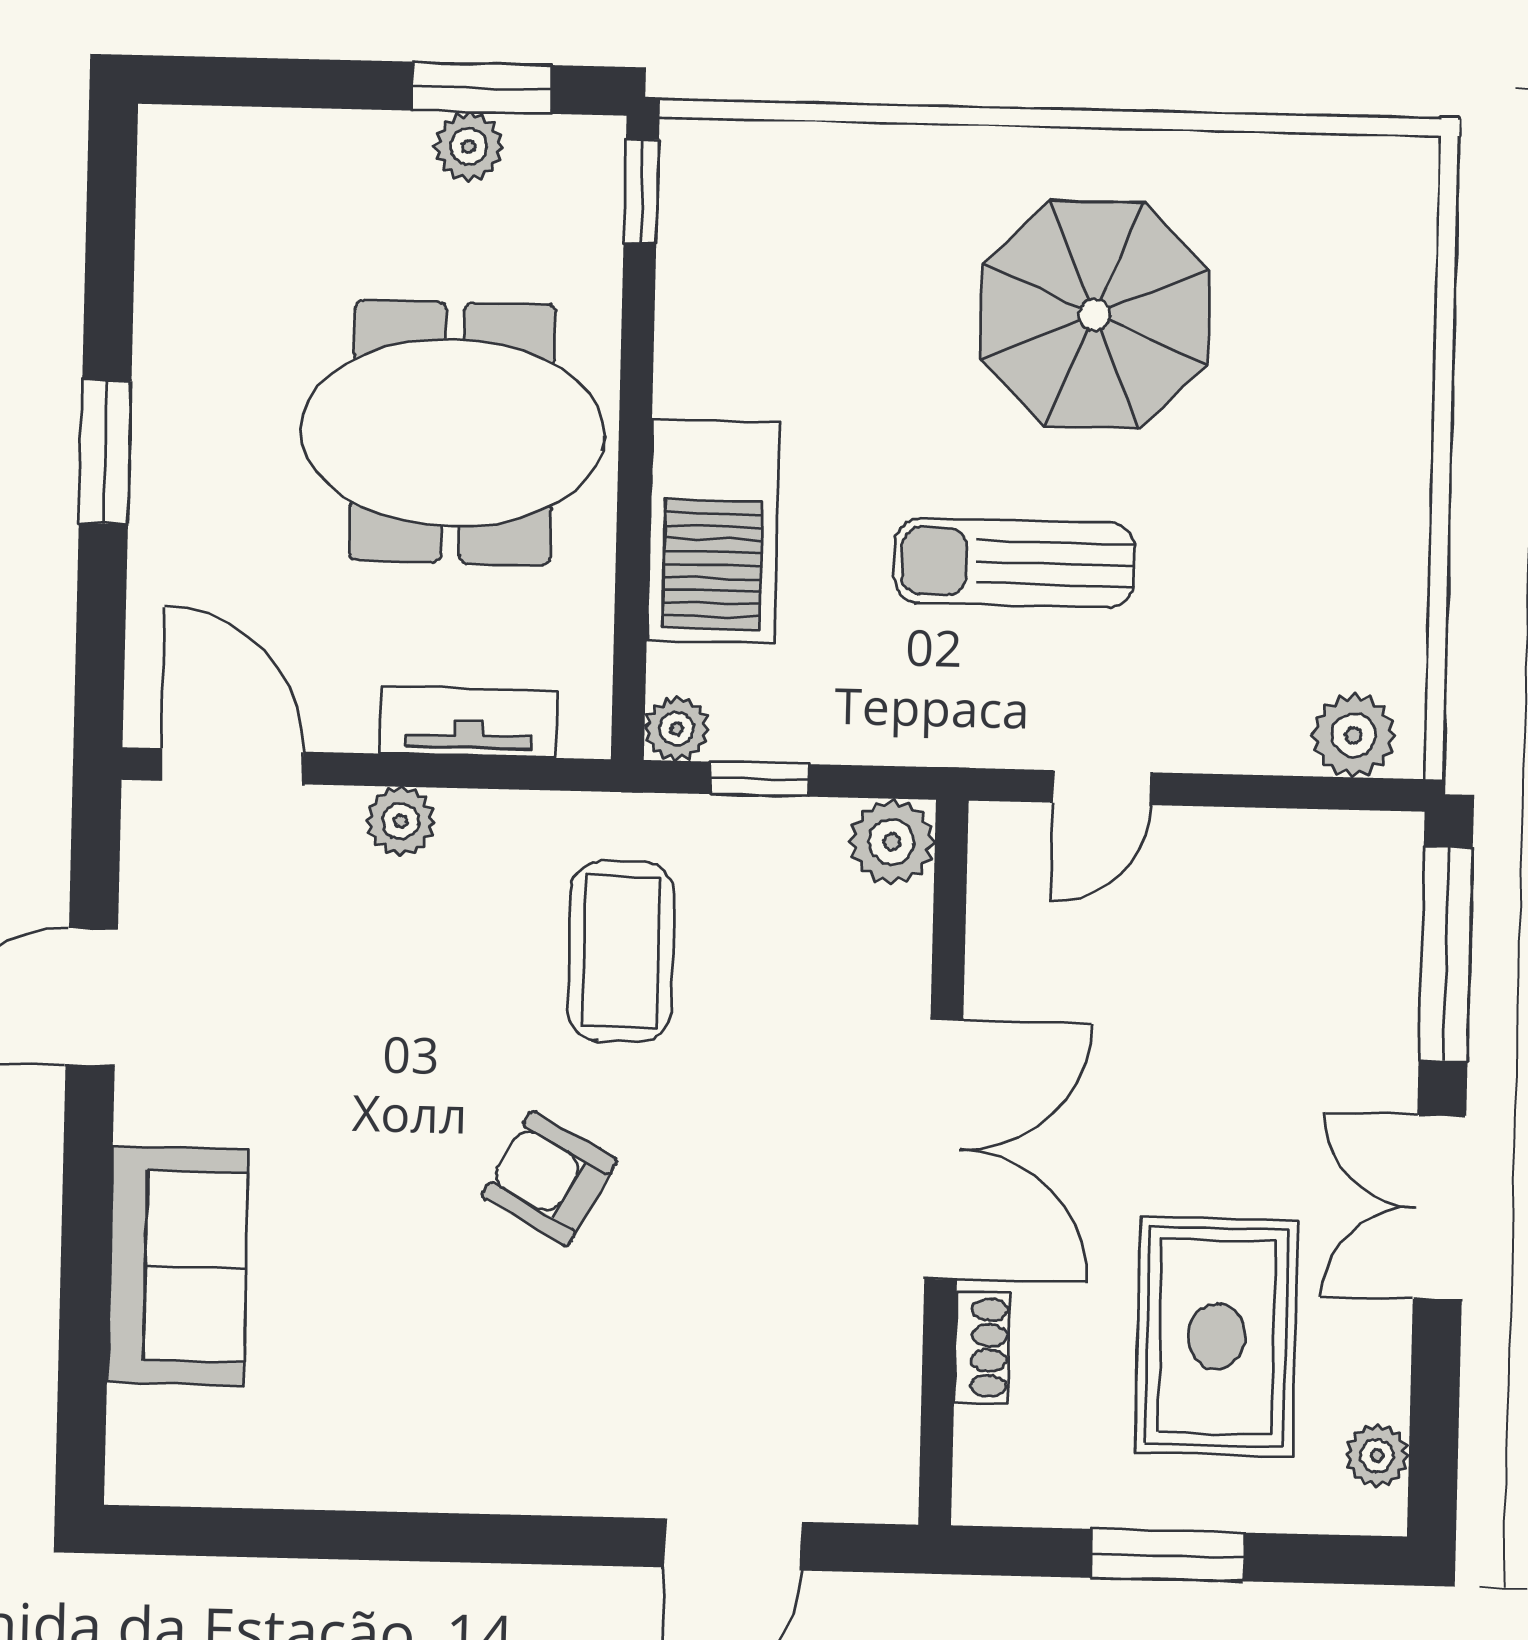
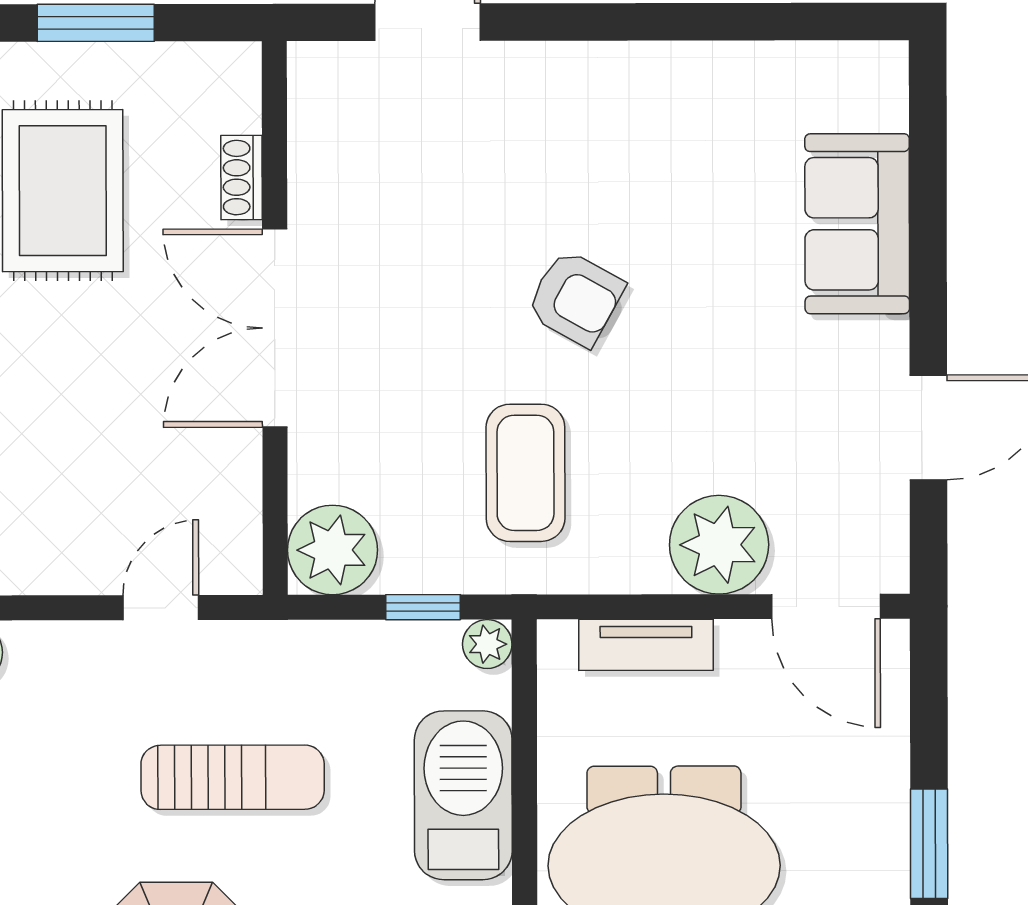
plant: (401, 821) -> (719, 545), width x1.88, depth x1.88
plant: (892, 842) -> (333, 550), width x1.36, depth x1.36

